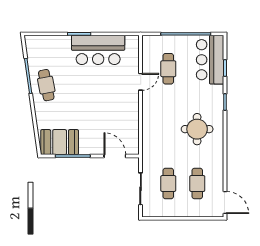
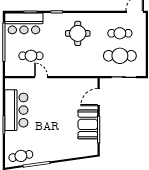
cafe table: (46, 85) -> (21, 156), moved
booth: (60, 142) -> (88, 124), moved
cafe table: (168, 183) -> (120, 56), width x1.37, depth x1.35

